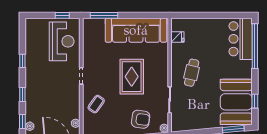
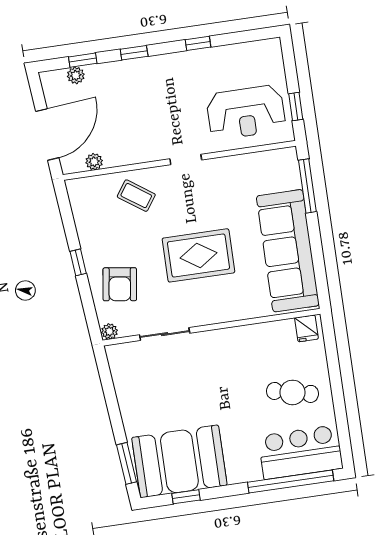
fridge: (177, 37) -> (306, 328), moved
cafe table: (192, 73) -> (293, 392), moved

